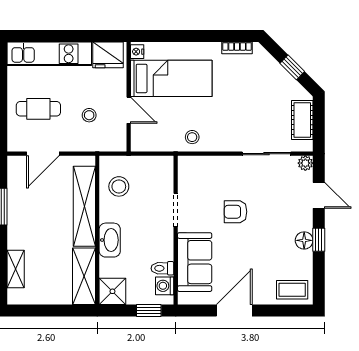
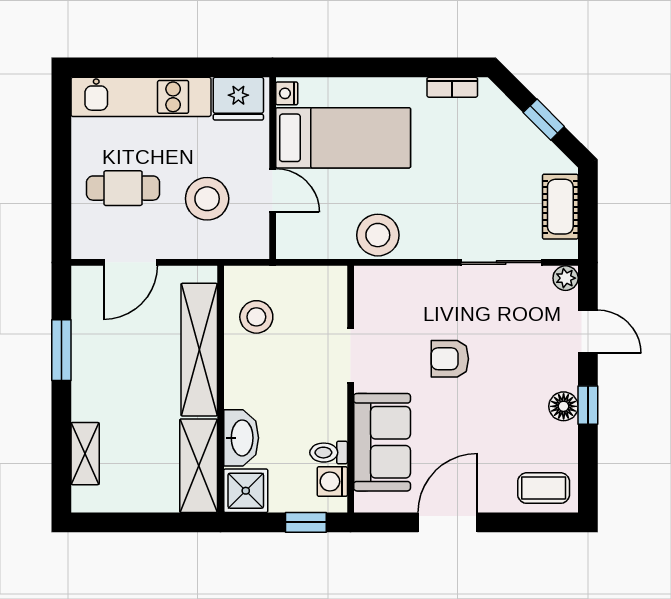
stool: (89, 115) -> (207, 199), width x1.89, depth x1.89
stool: (192, 137) -> (378, 235), width x1.89, depth x1.89
washbasin: (110, 240) -> (241, 438), moved

